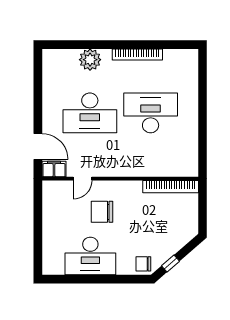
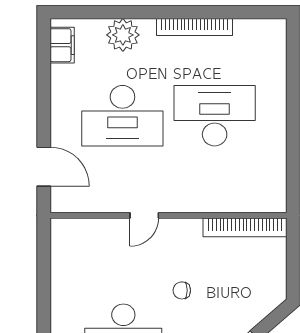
filing cabinet: (54, 169) -> (62, 45), moved, turned 90
door: (82, 179) -> (144, 215), moved
chair: (102, 212) -> (182, 290), moved, width x0.54, depth x0.54

